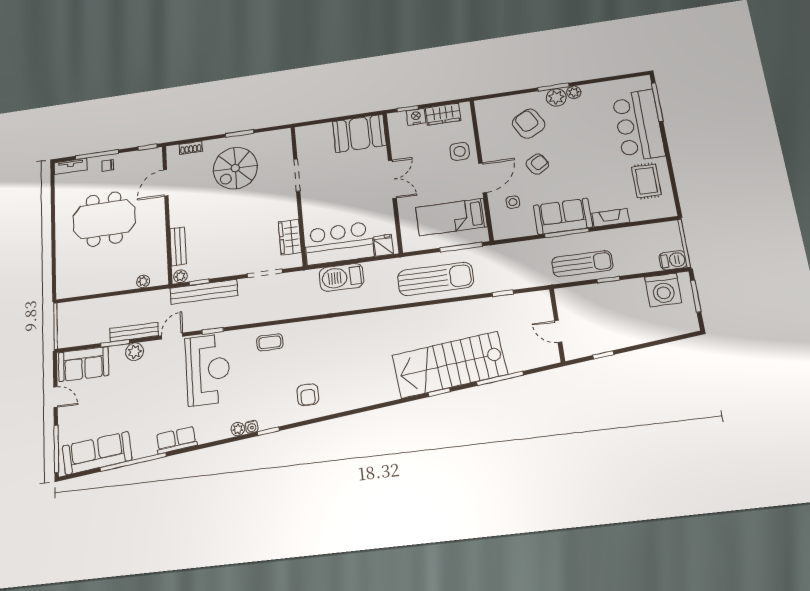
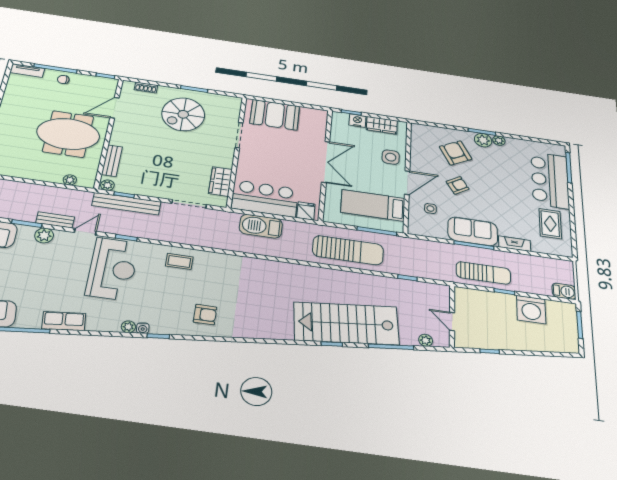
booth: (359, 133) -> (275, 115), moved
double door: (392, 179) -> (326, 162), width x1.37
meeting table: (104, 219) -> (68, 134), moved
washing machine: (663, 290) -> (531, 309), moved
bench: (134, 332) -> (55, 220), width x0.73
plant: (534, 361) -> (426, 340), added
armchair: (308, 395) -> (205, 315), turned -90

